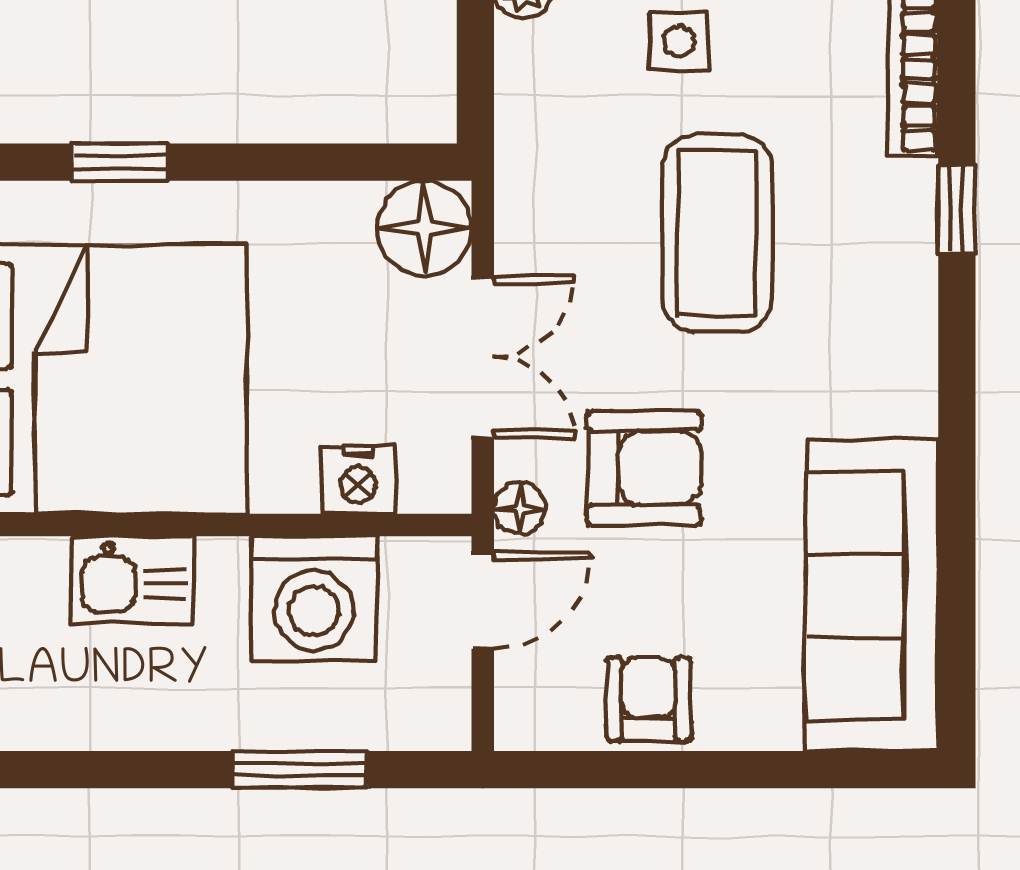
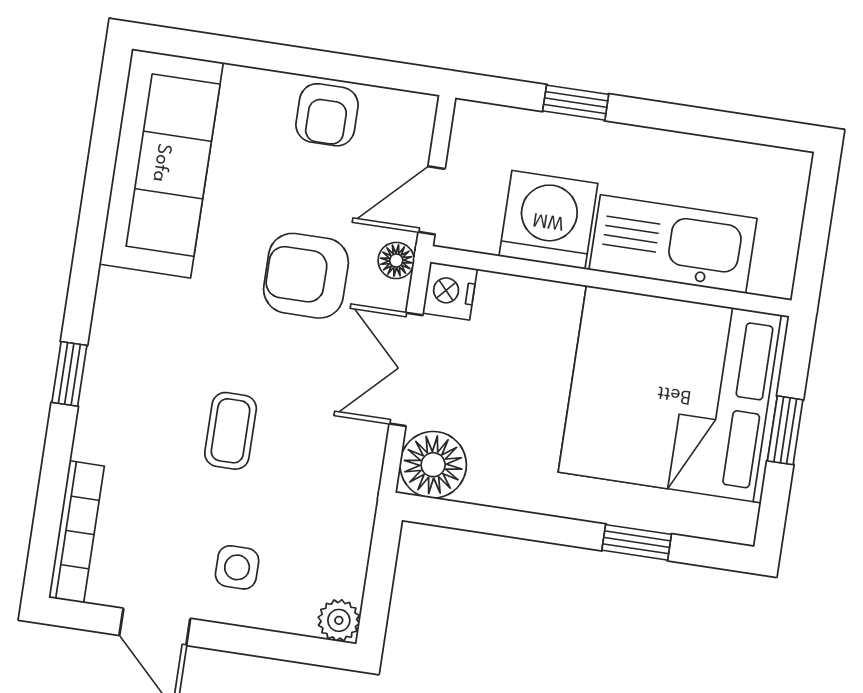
window: (957, 210) -> (69, 374), moved
coffee table: (717, 233) -> (231, 431), width x0.54, depth x0.58
nightstand: (358, 480) -> (450, 291), moved, turned -90
kitchen sink: (133, 580) -> (673, 244), width x1.87, depth x1.24
window: (300, 770) -> (576, 103), width x0.67

